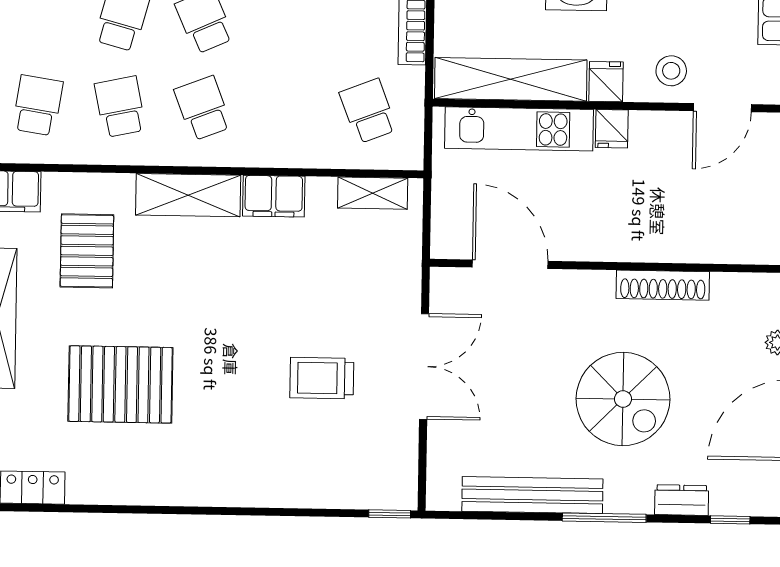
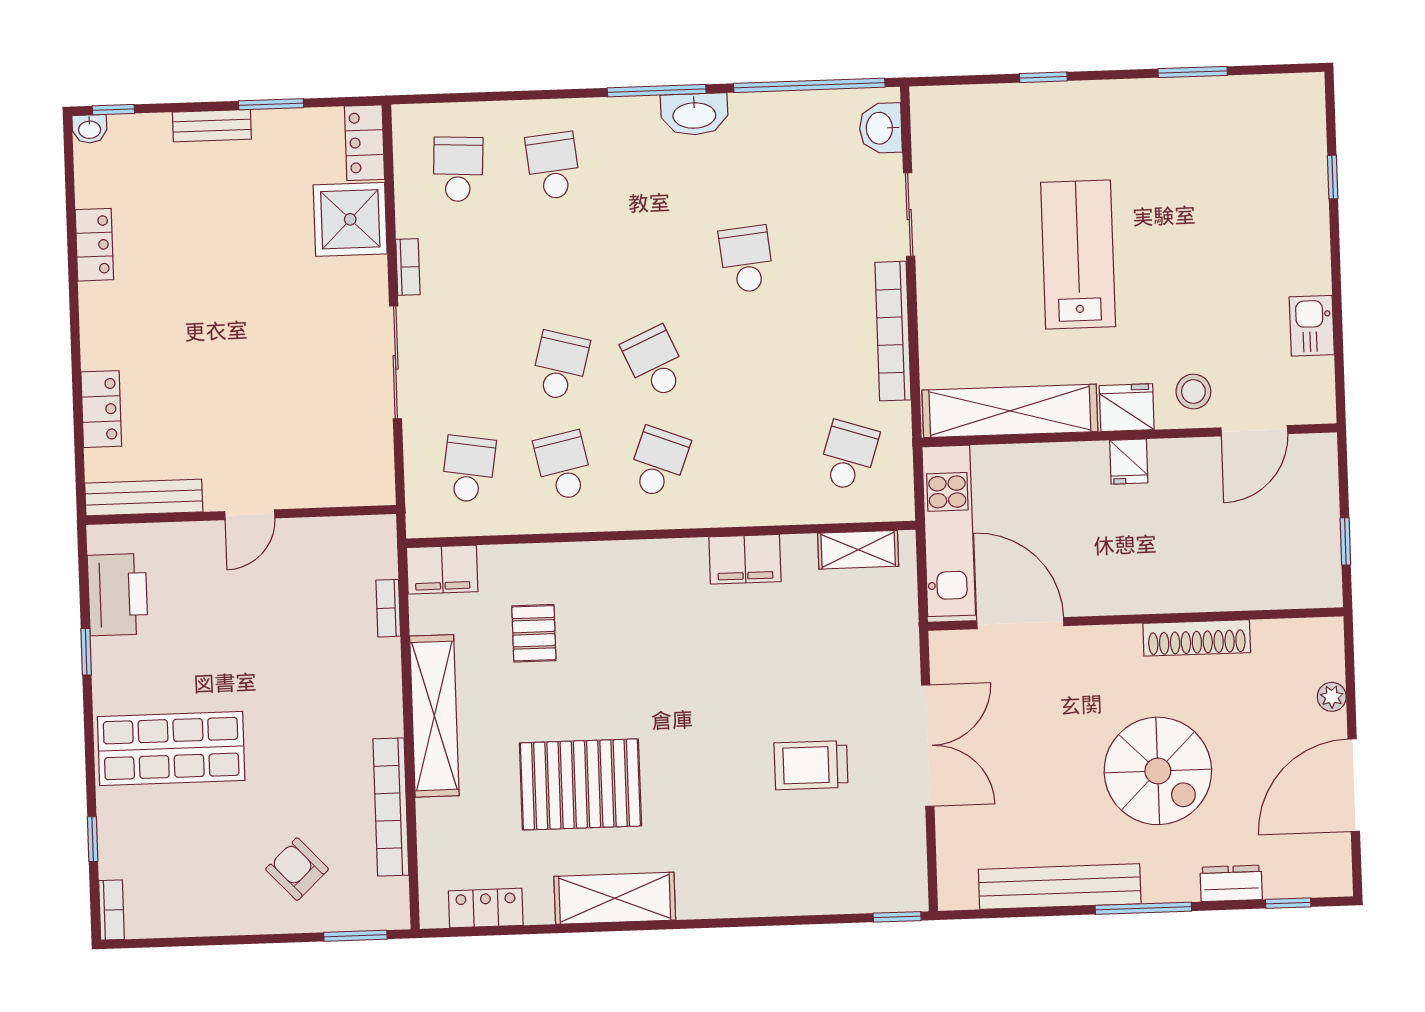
fridge: (606, 82) -> (1127, 408), width x1.38
school desk: (203, 108) -> (658, 463), turned 42
school desk: (368, 111) -> (848, 456), turned 39
kitchen unit: (519, 129) -> (949, 531), moved, turned -90
shelving: (188, 195) -> (615, 898), moved
pallet: (87, 251) -> (534, 633), width x0.67, depth x0.71

